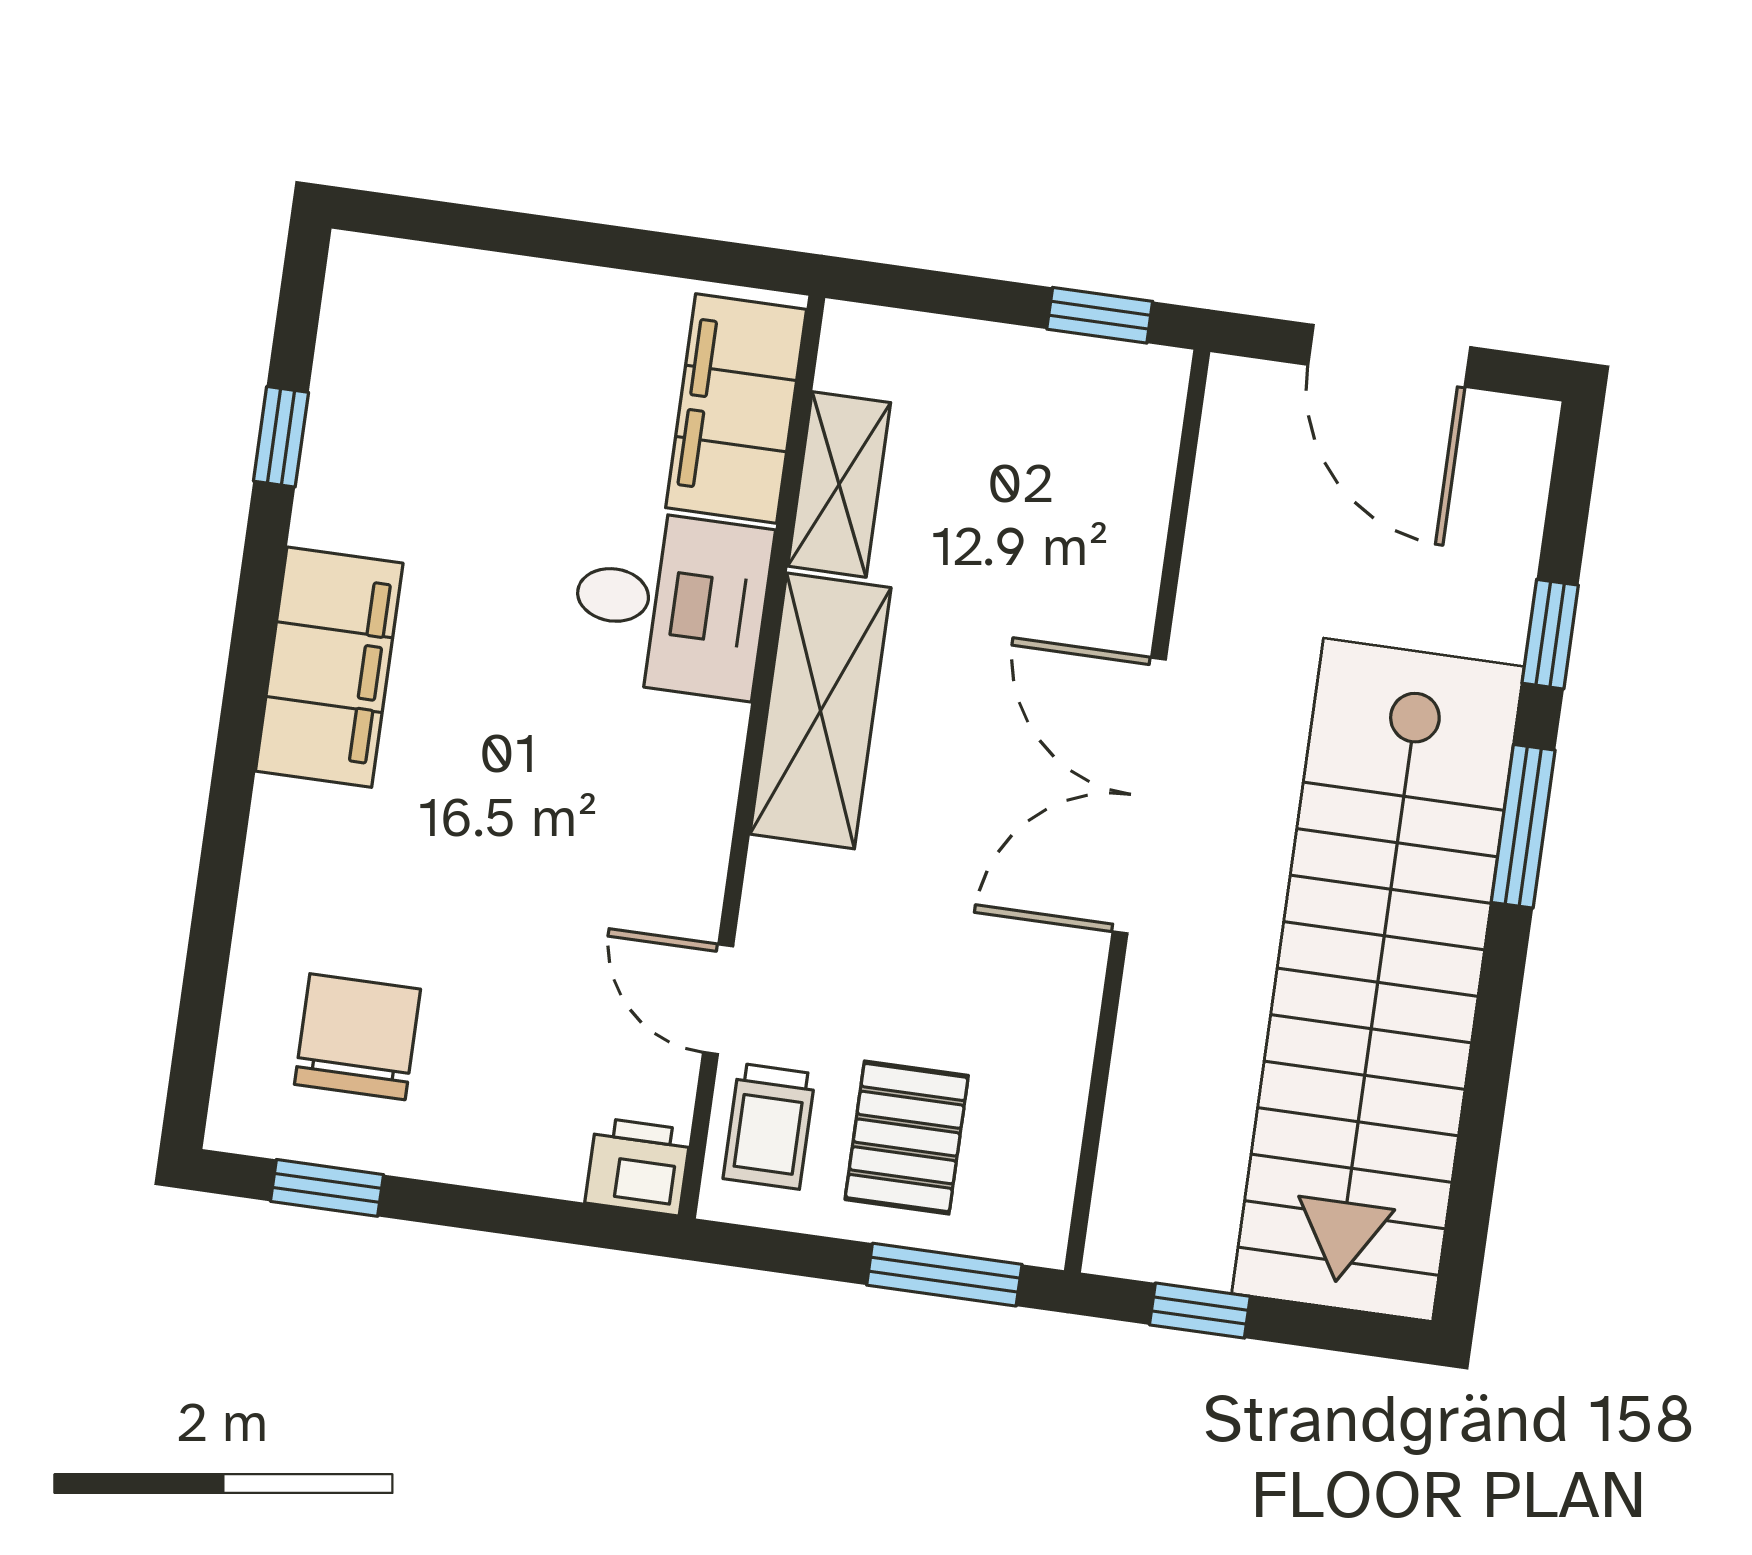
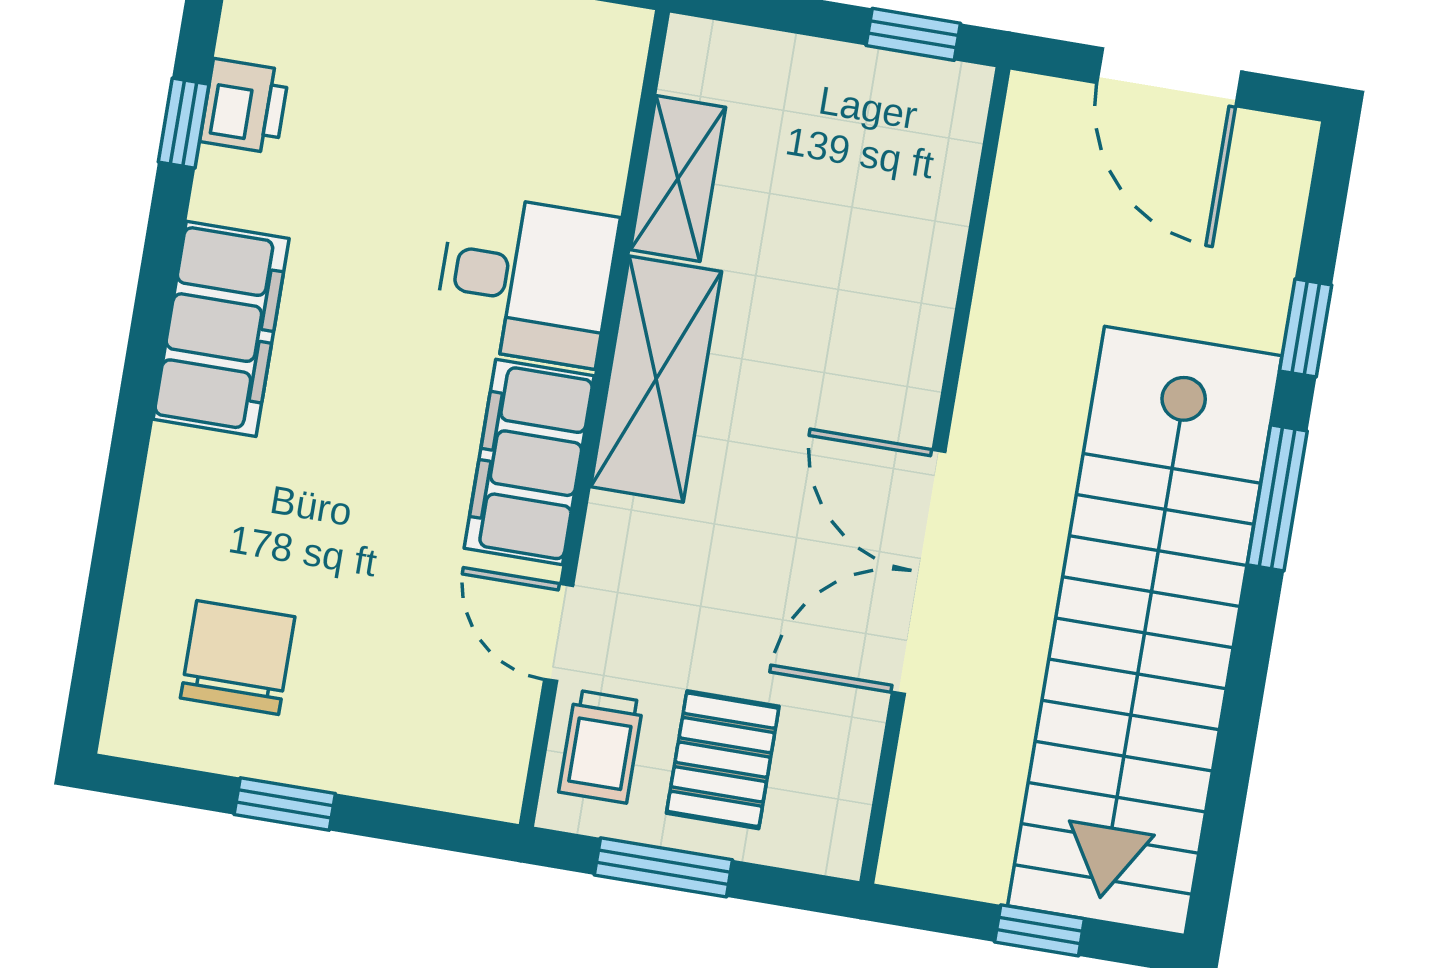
filing cabinet: (736, 408) -> (529, 462), moved
double door: (1139, 795) -> (919, 572), moved
printer: (638, 1167) -> (245, 106), moved, turned 90
window: (327, 1188) -> (285, 804), moved
window: (944, 1275) -> (663, 867), moved
window: (1200, 1311) -> (1040, 930), moved

